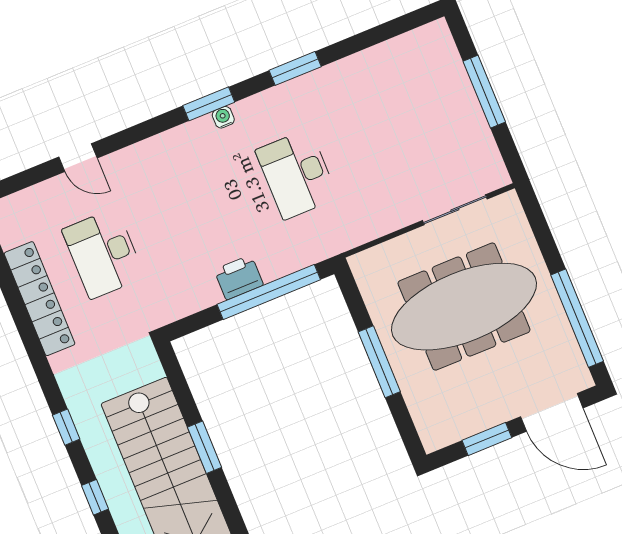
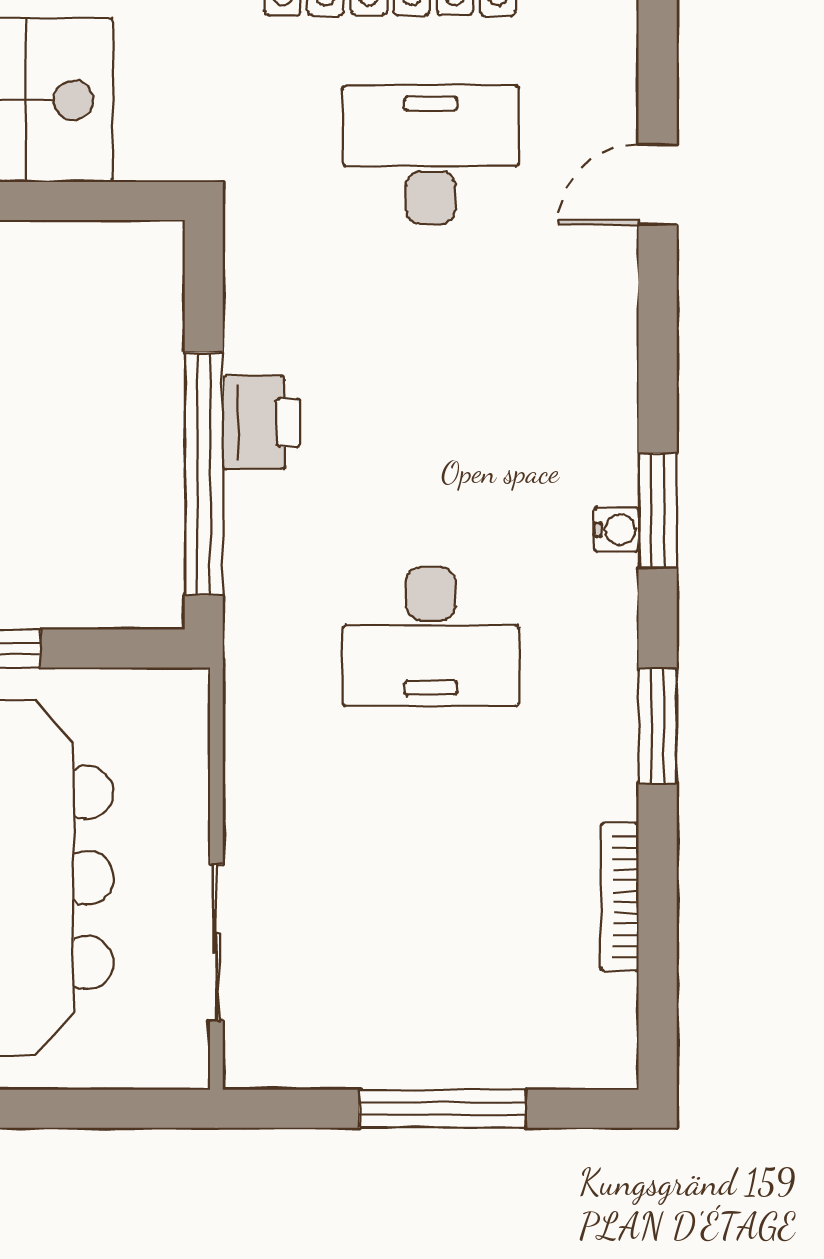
bookcase: (370, 55) -> (620, 897), added
desk: (297, 174) -> (431, 637), turned 180

